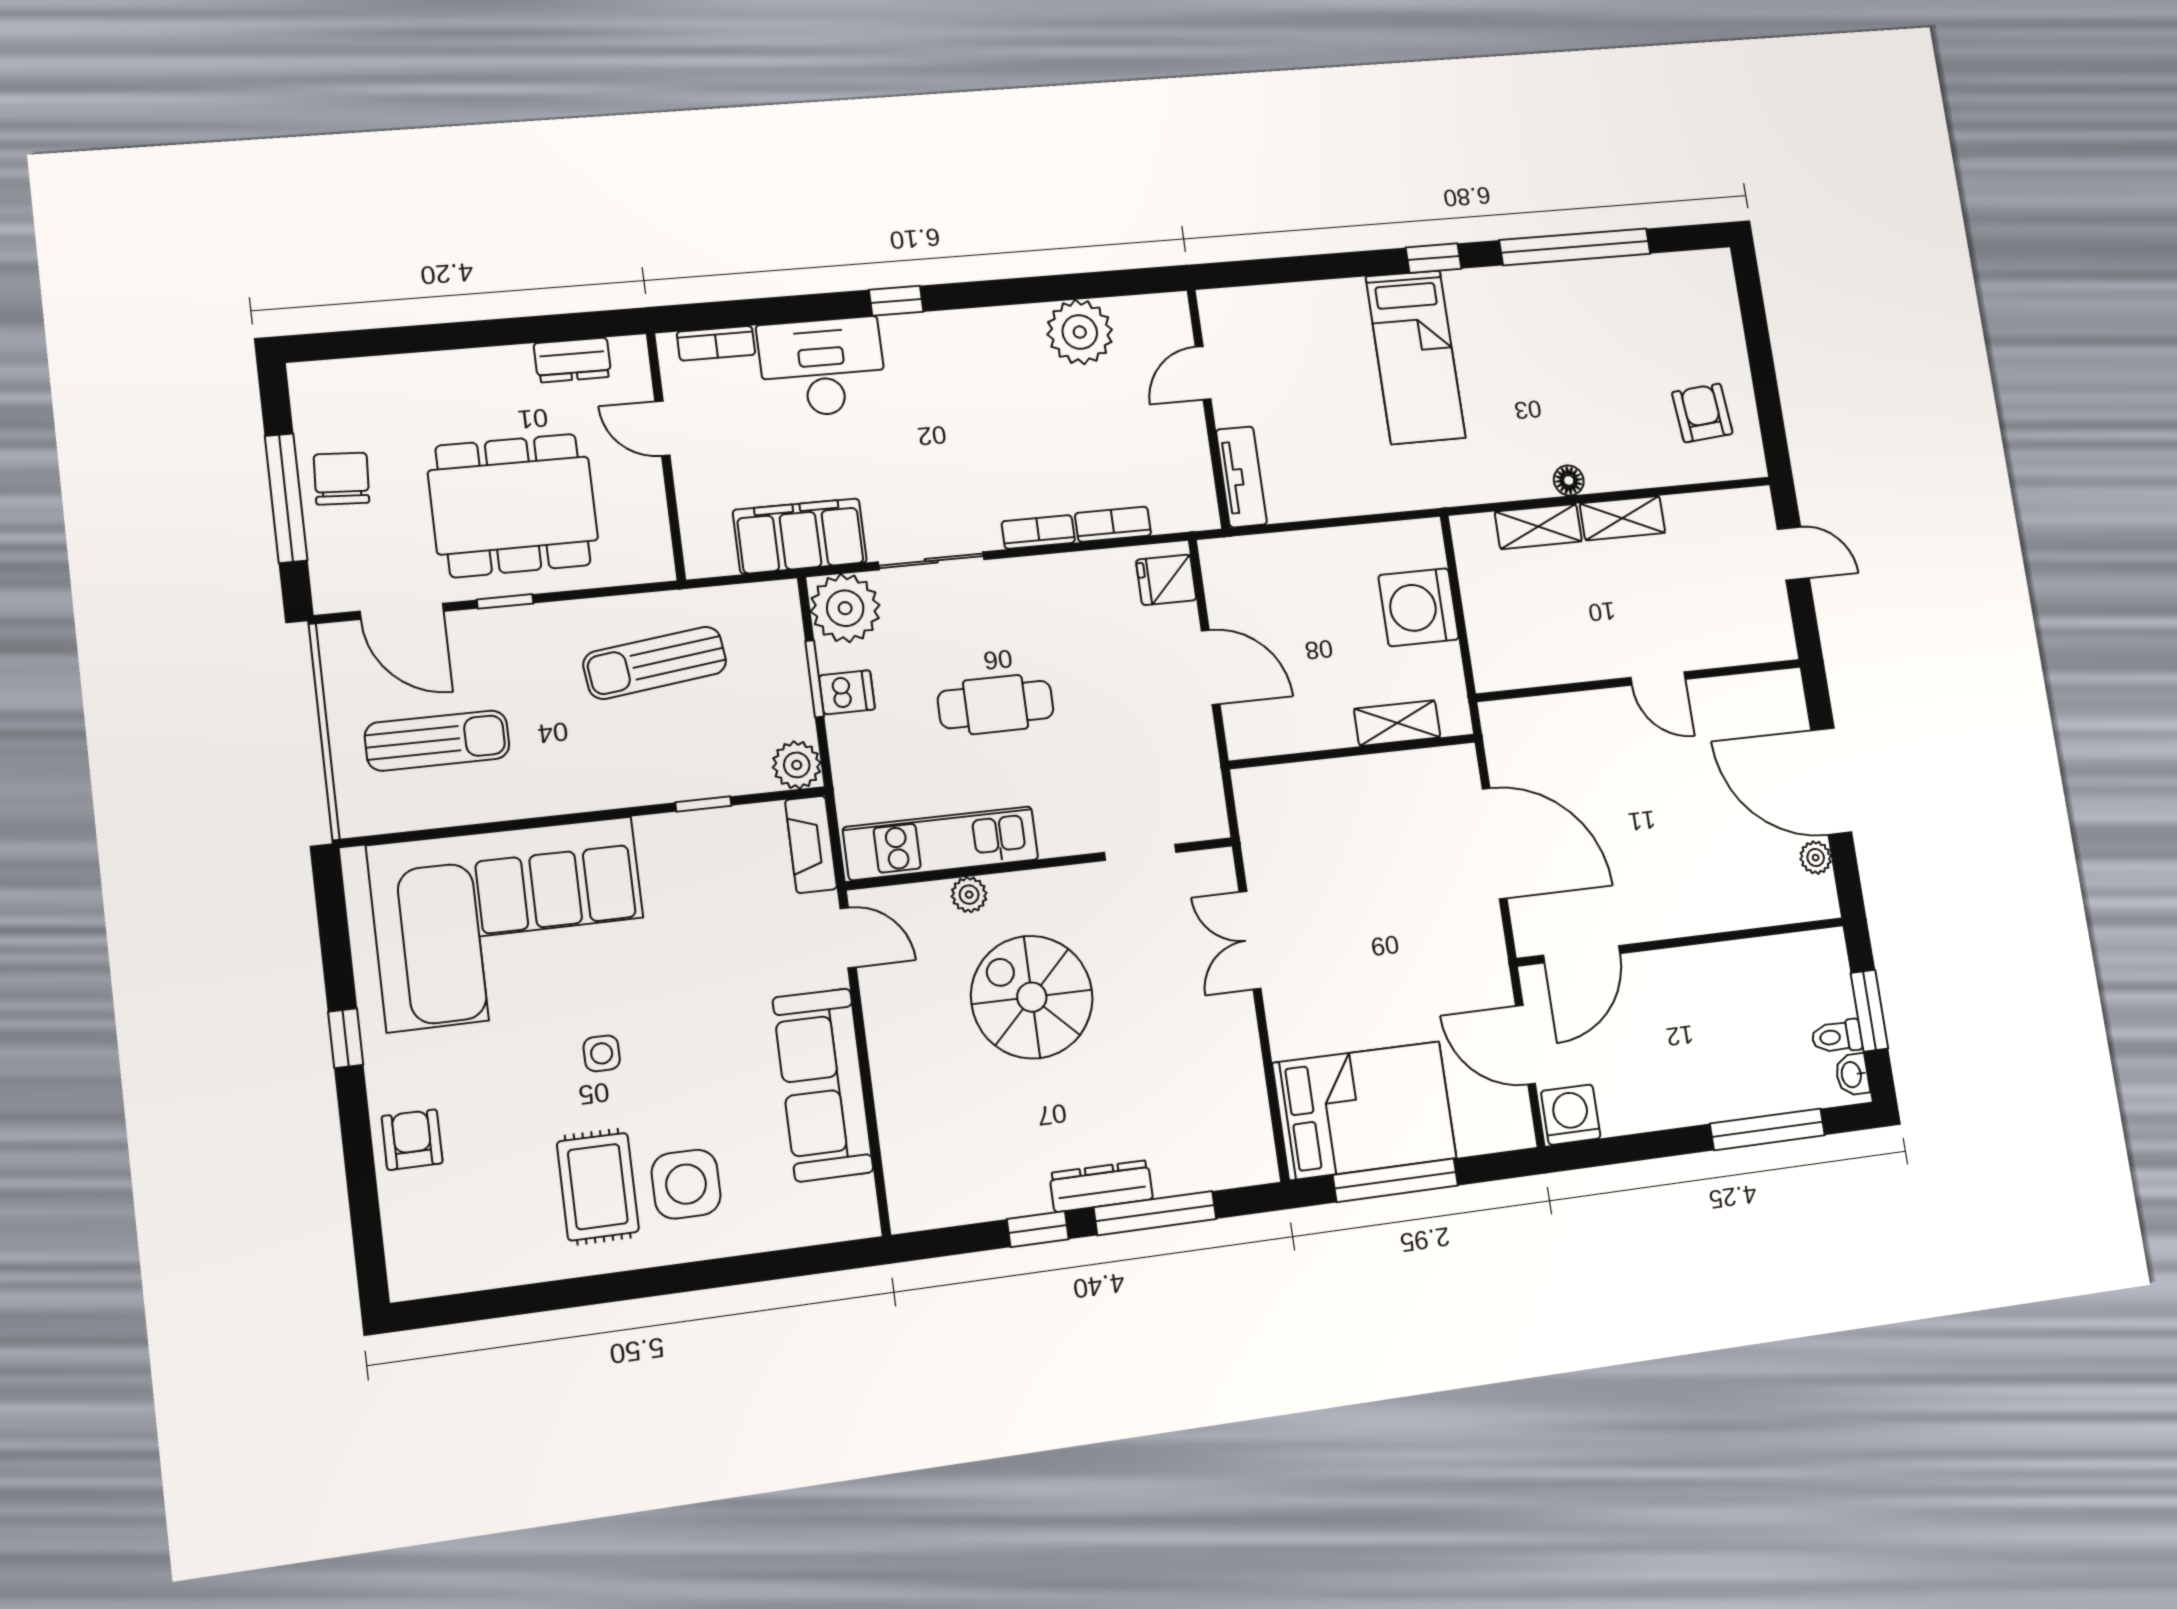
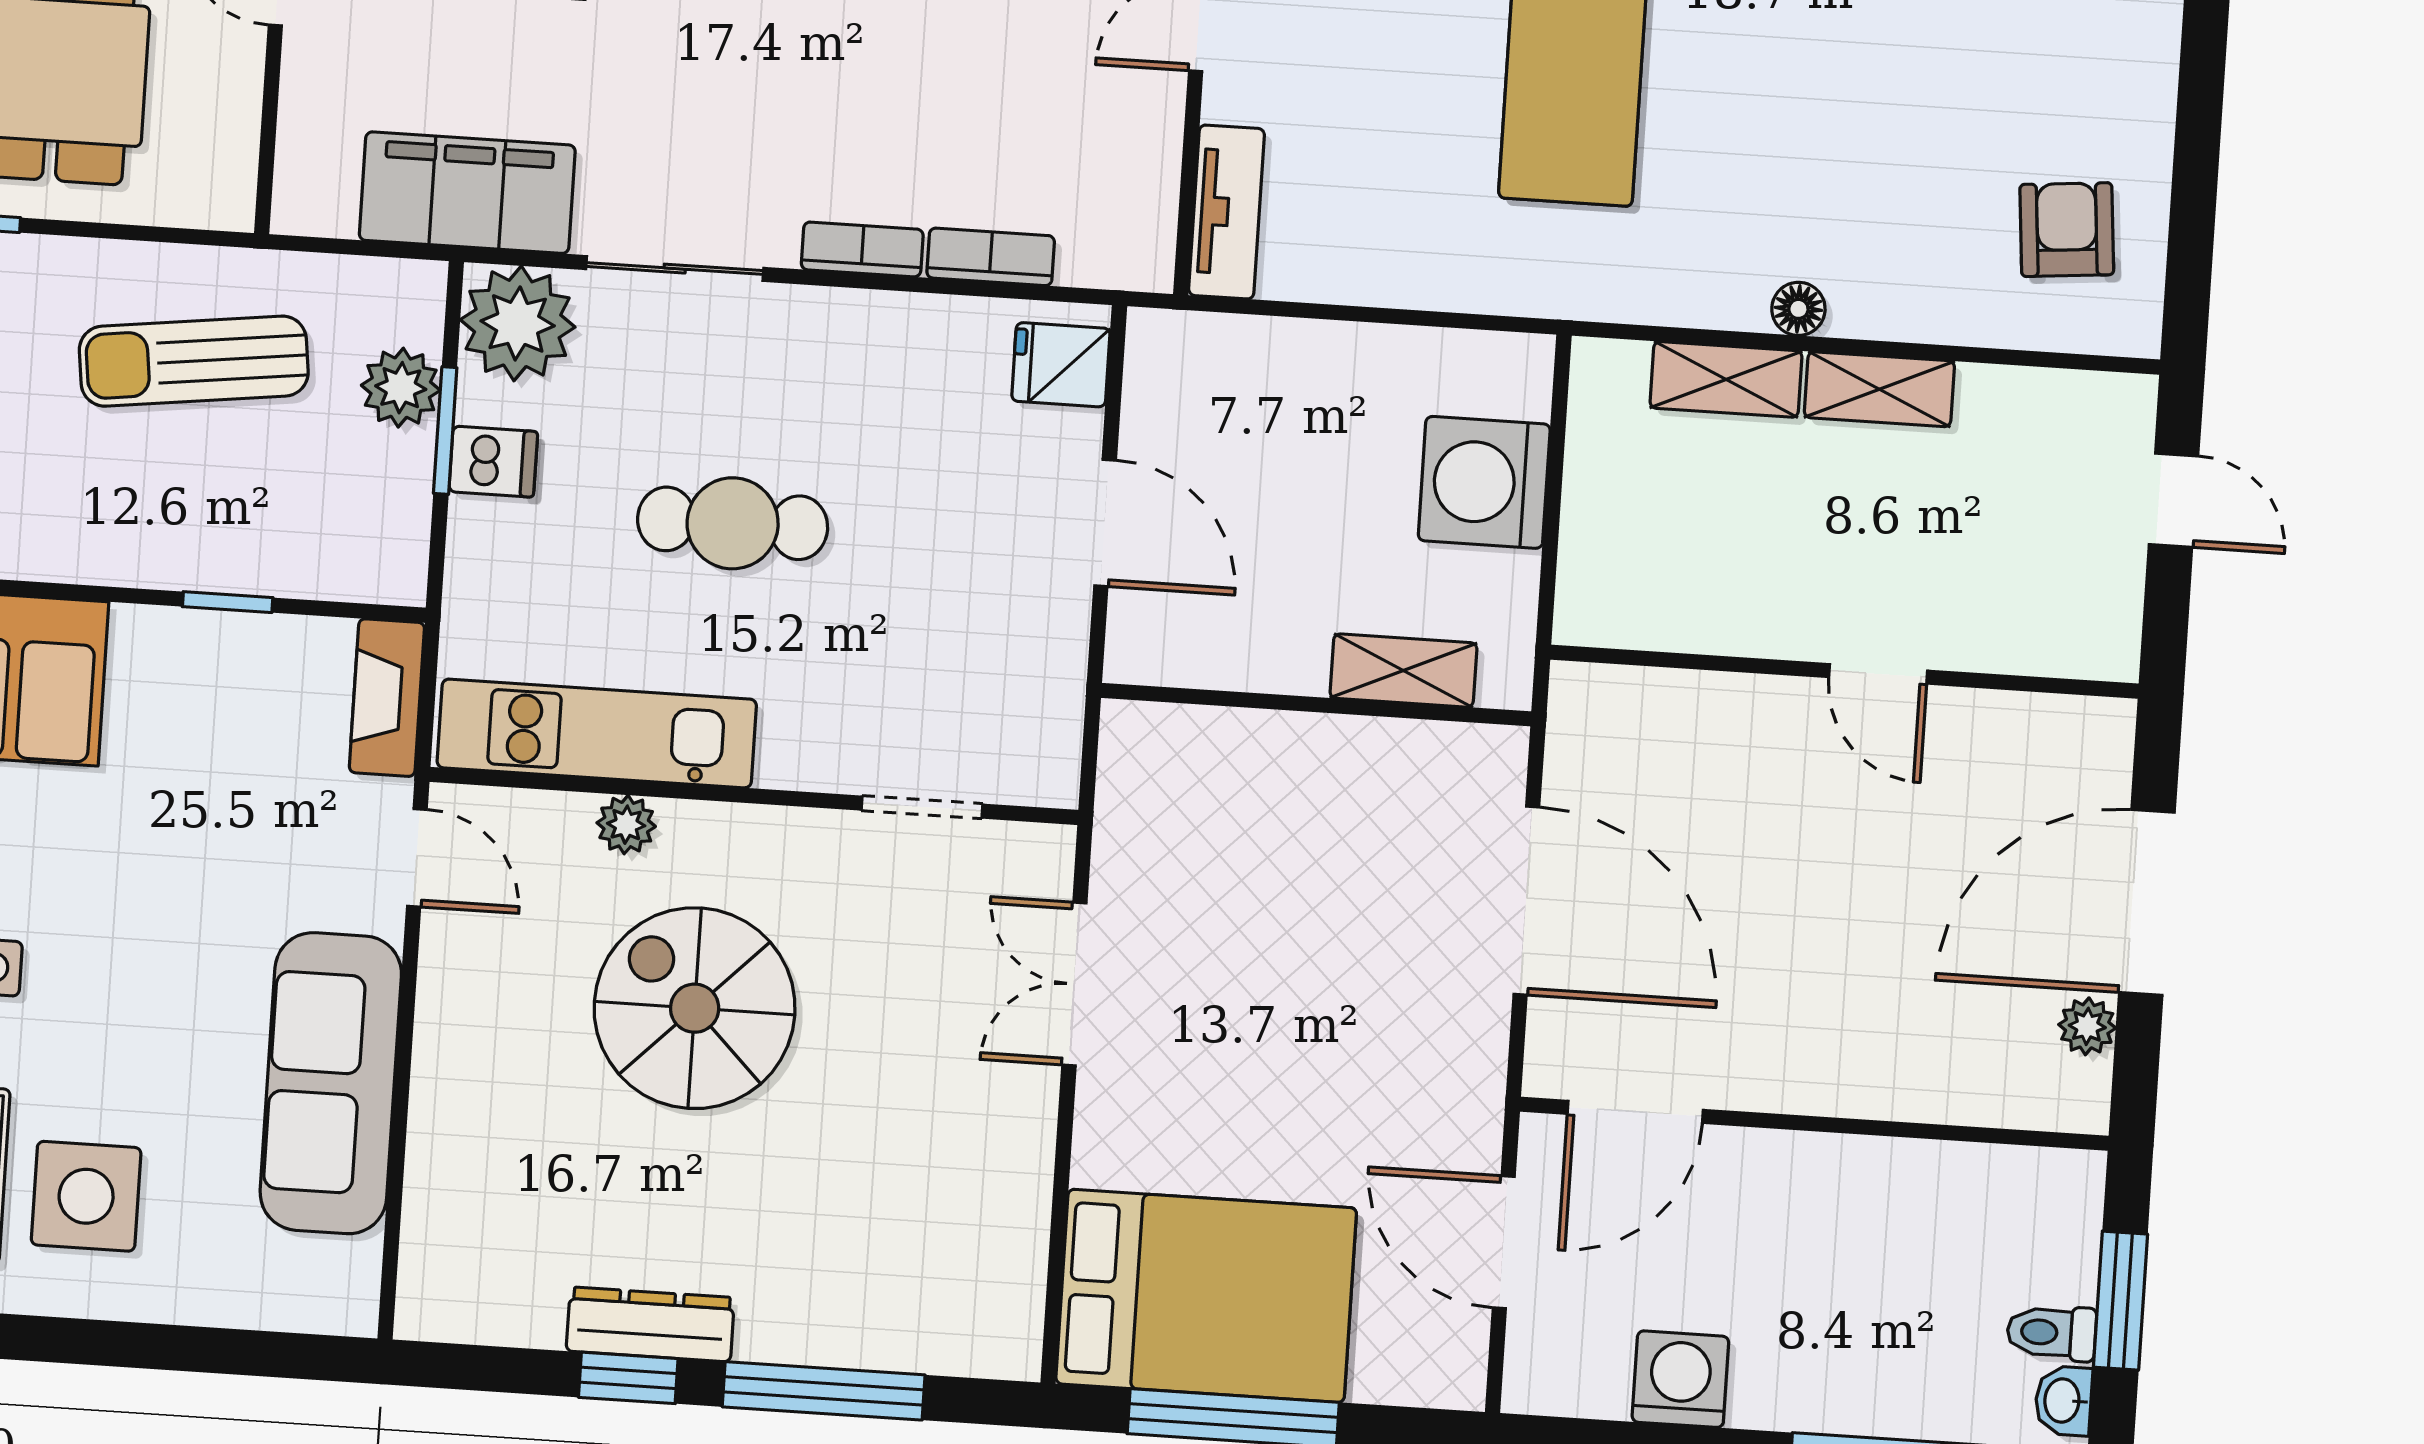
plant: (797, 765) -> (401, 388), moved
door: (1831, 781) -> (2147, 902), hinge flipped
washing machine: (1571, 1115) -> (1680, 1379), moved
dresser: (1101, 1186) -> (650, 1324), moved

